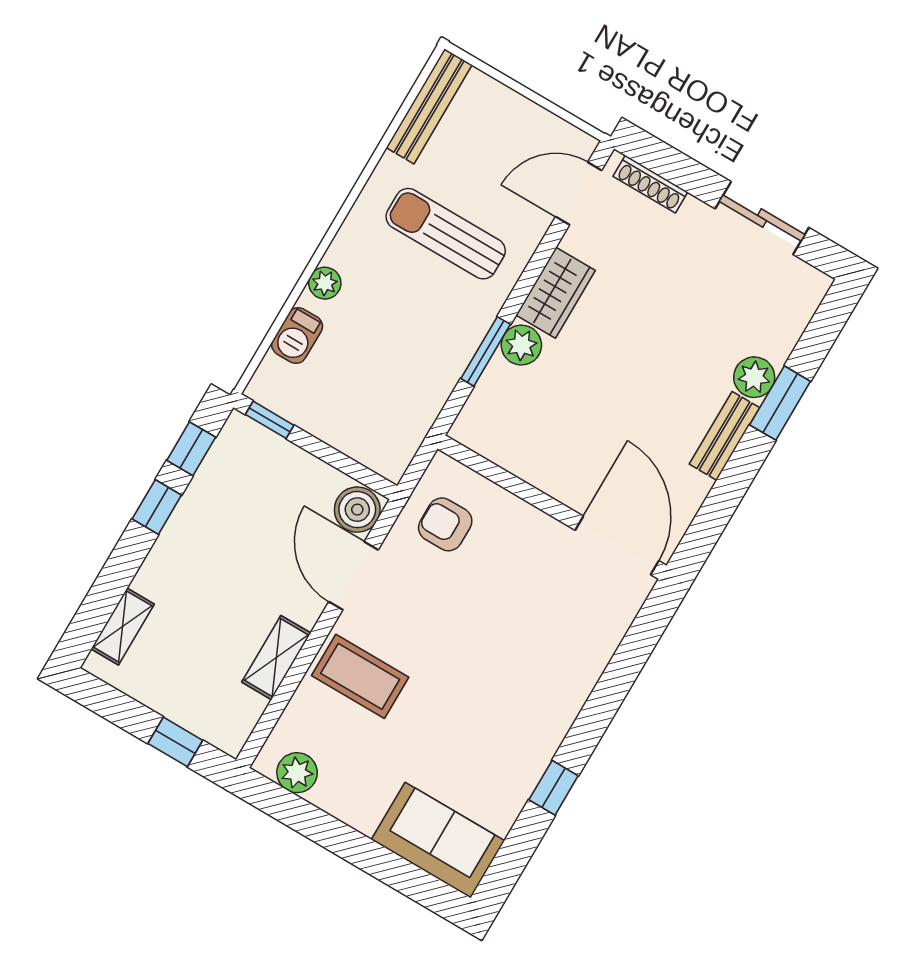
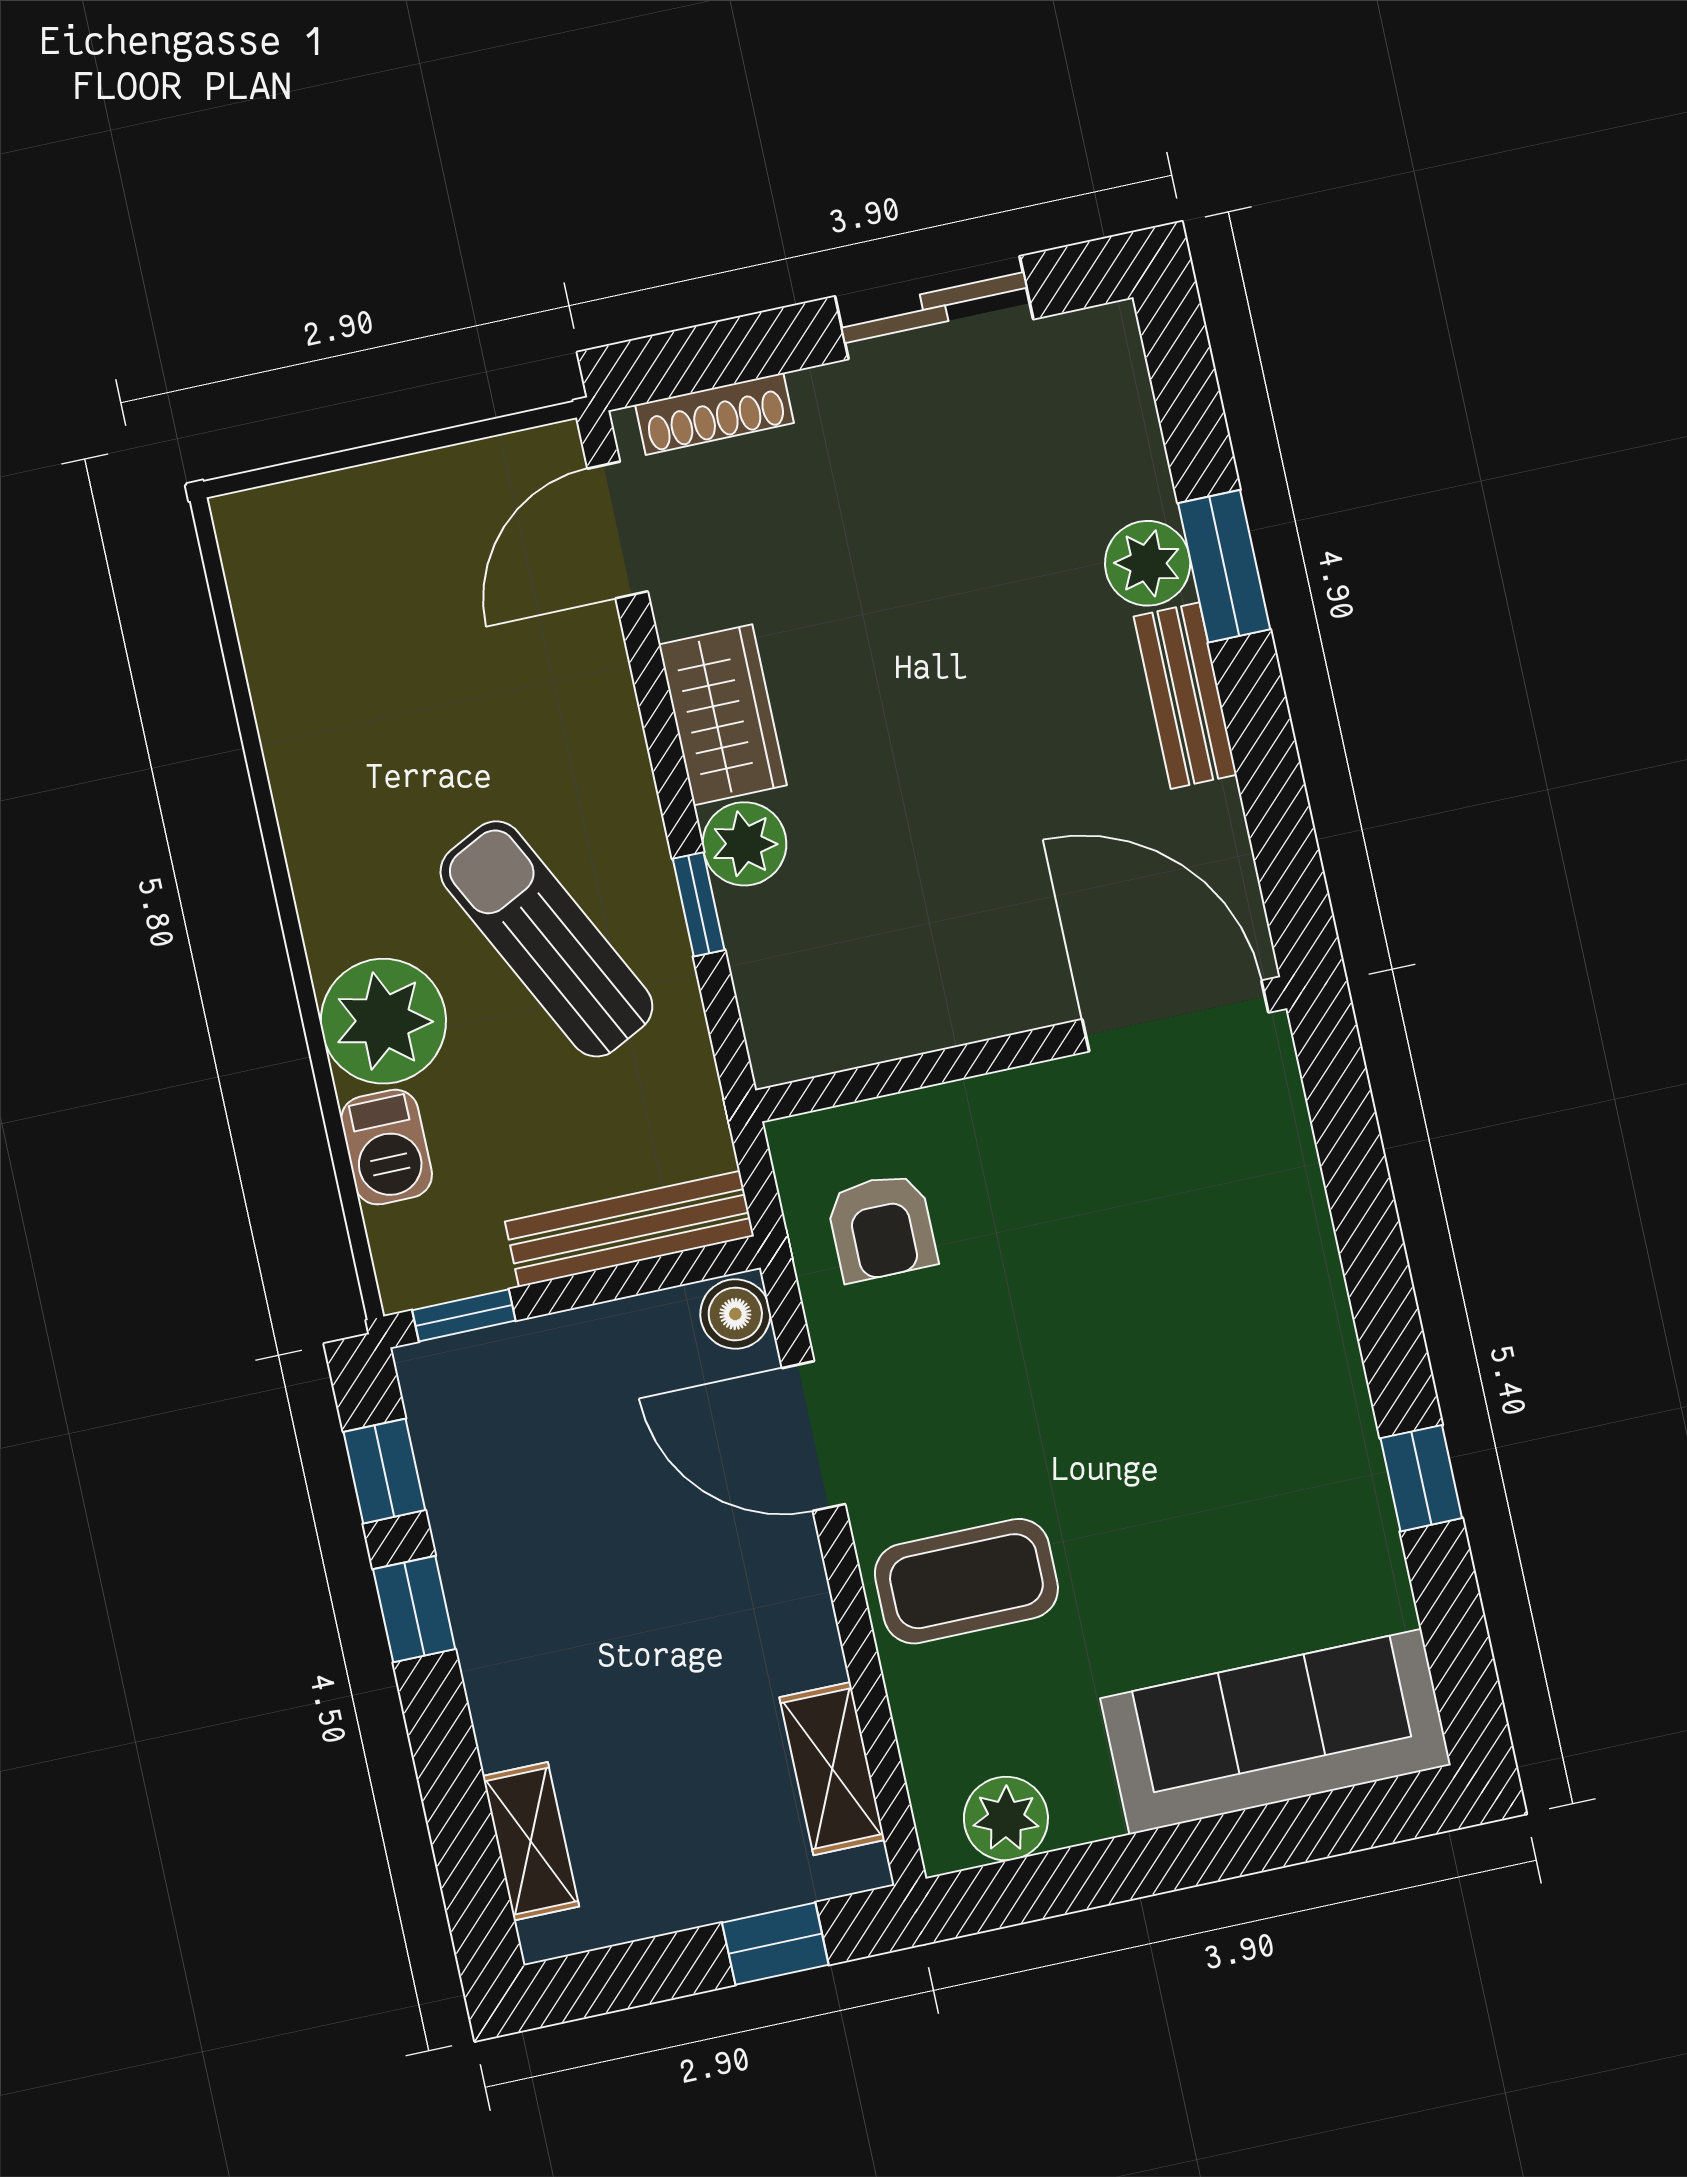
bench: (429, 106) -> (630, 1229), moved, turned 90
sun lounger: (446, 234) -> (546, 939), moved, turned 63
plant: (325, 283) -> (383, 1021), width x1.88, depth x1.88
window: (486, 351) -> (699, 904), width x0.67
boiler: (357, 510) -> (735, 1314), width x0.73, depth x0.73
armchair: (445, 524) -> (882, 1227), turned -90
shelving: (276, 658) -> (832, 1769), moved
sofa: (438, 840) -> (1276, 1732), width x1.36

